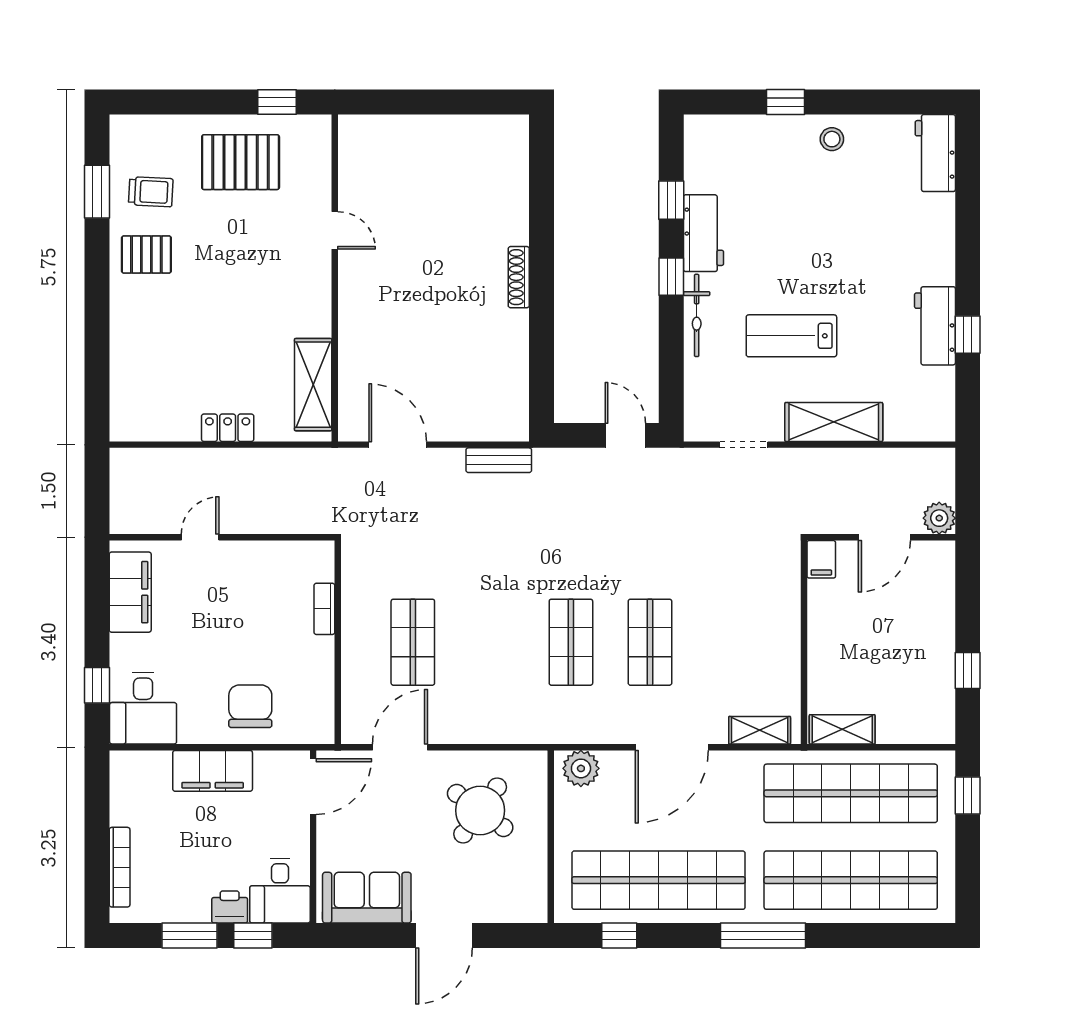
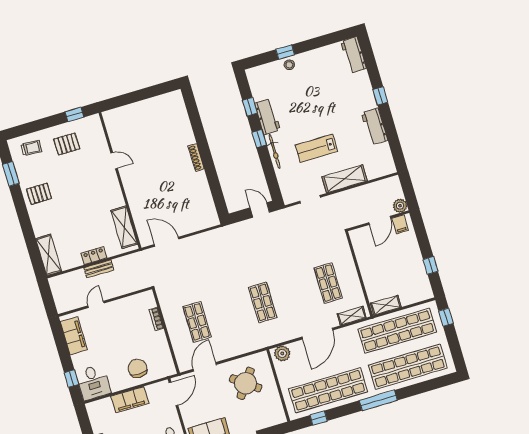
stool: (832, 139) -> (289, 65), moved
pallet: (241, 162) -> (67, 144), width x0.67, depth x0.71
trolley: (151, 192) -> (31, 148), moved
window: (968, 335) -> (380, 96), moved
shelving: (127, 396) -> (49, 255), added
bench: (499, 460) -> (99, 269), moved
filing cabinet: (821, 559) -> (400, 224), moved
shop shelf: (650, 642) -> (328, 283), moved

